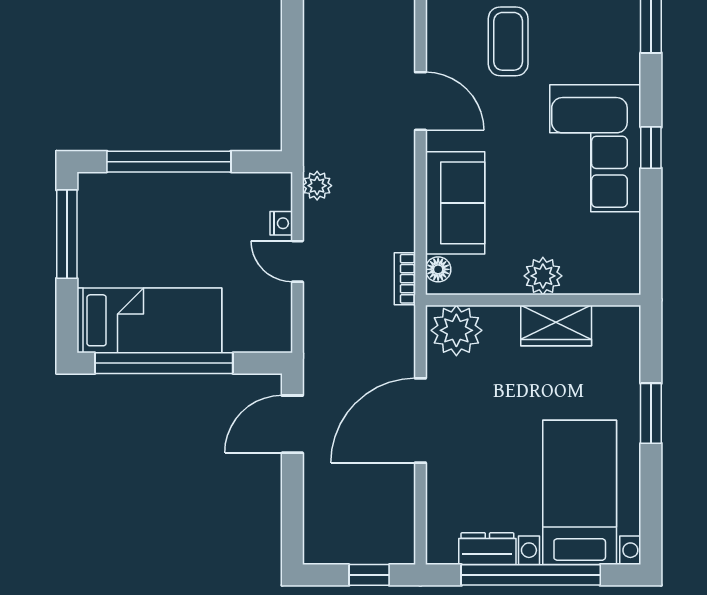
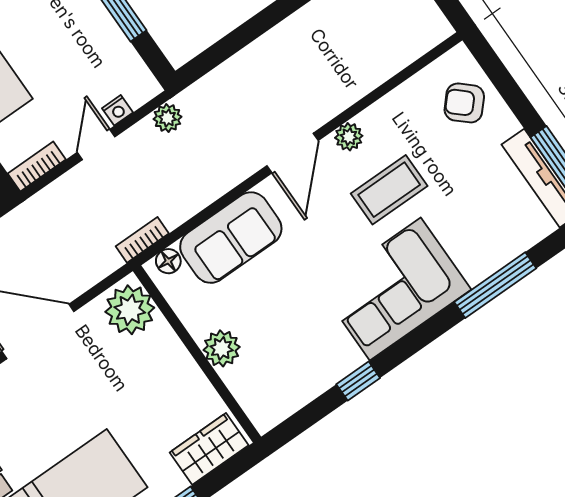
plant: (440, 44) -> (349, 137), added
corner sofa: (595, 148) -> (395, 289), moved
window: (651, 148) -> (358, 381), moved
bookcase: (281, 324) -> (37, 166), added
wardrobe: (556, 326) -> (209, 449), moved, turned 90

